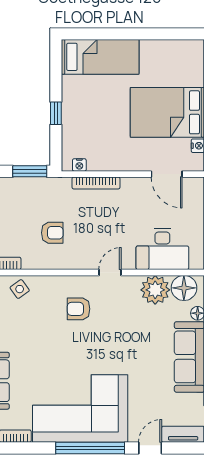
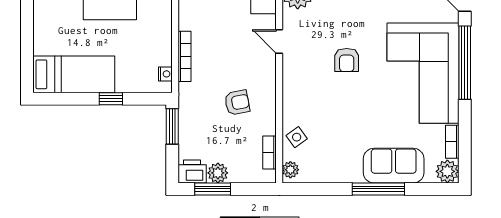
bed: (100, 57) -> (74, 74), moved, turned 90
armchair: (52, 233) -> (237, 103), turned 79
armchair: (79, 309) -> (347, 60), moved

